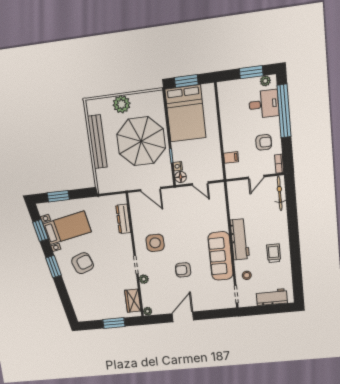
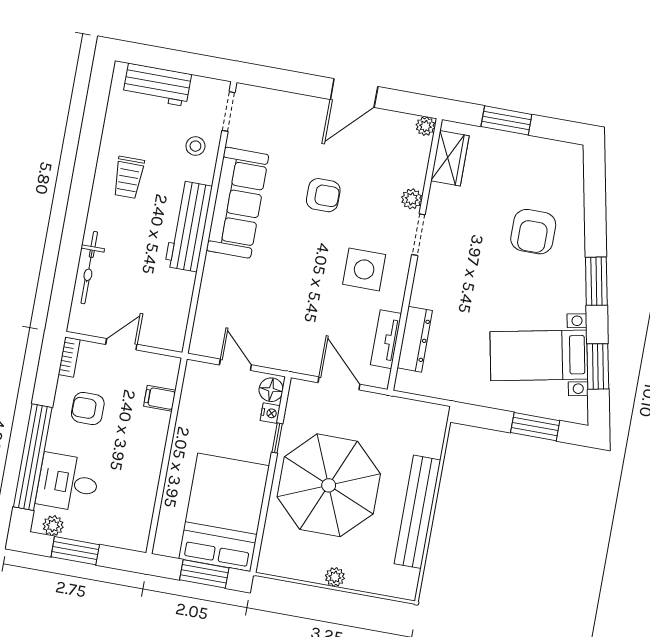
plant: (122, 104) -> (335, 577), width x0.53, depth x0.53
bicycle: (280, 193) -> (89, 268), moved
tv unit: (136, 215) -> (386, 339), added
armchair: (83, 263) -> (533, 232), moved, turned -70

